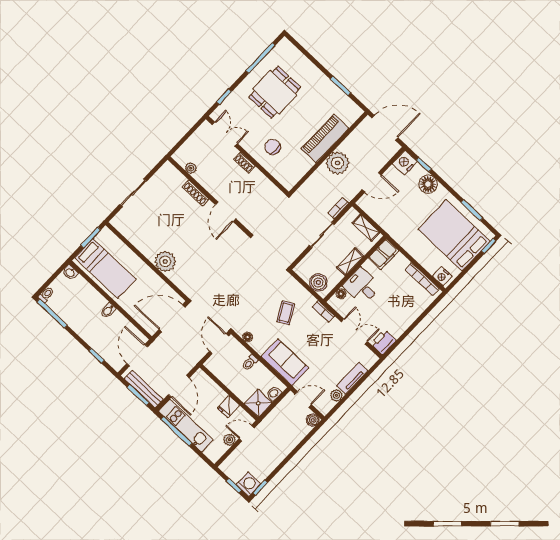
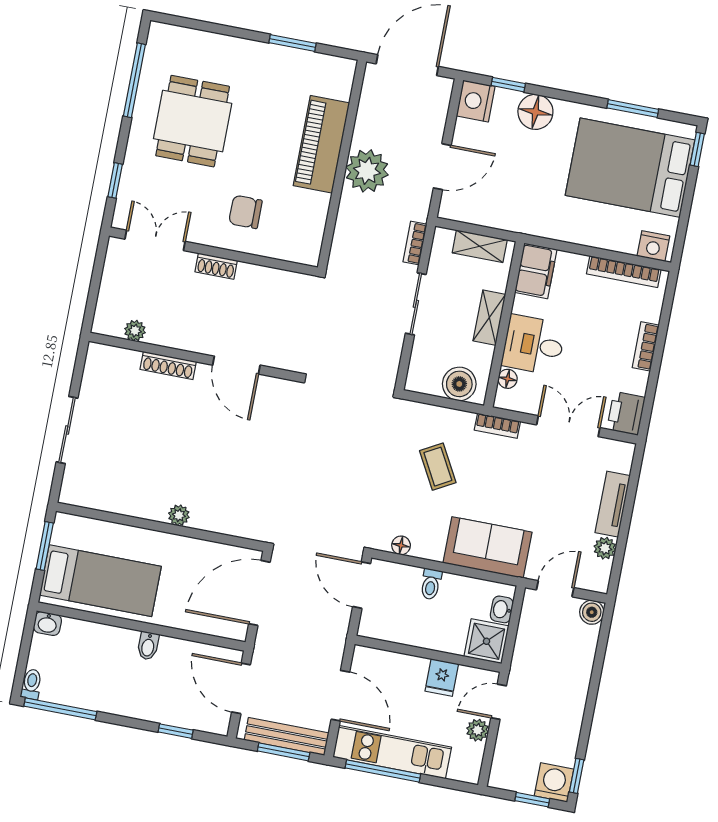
plant: (165, 261) -> (179, 515), width x0.53, depth x0.53
bookcase: (411, 318) -> (646, 346), added

